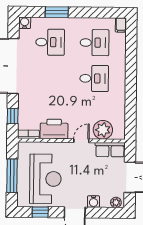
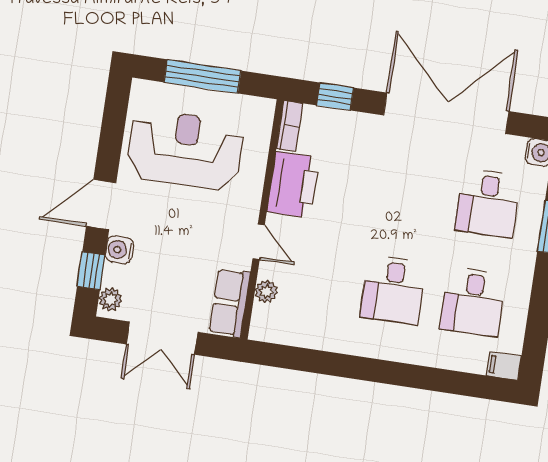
plant: (103, 130) -> (266, 292), width x0.53, depth x0.53
reception desk: (45, 179) -> (185, 150), turned 180
window: (40, 212) -> (91, 271), moved

